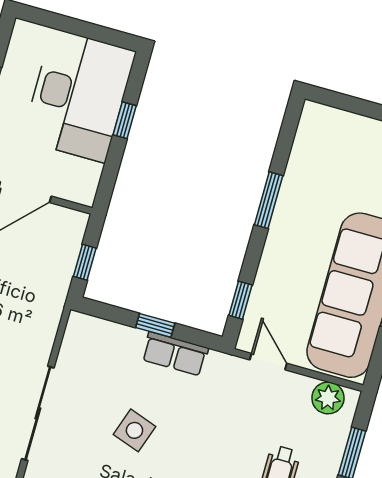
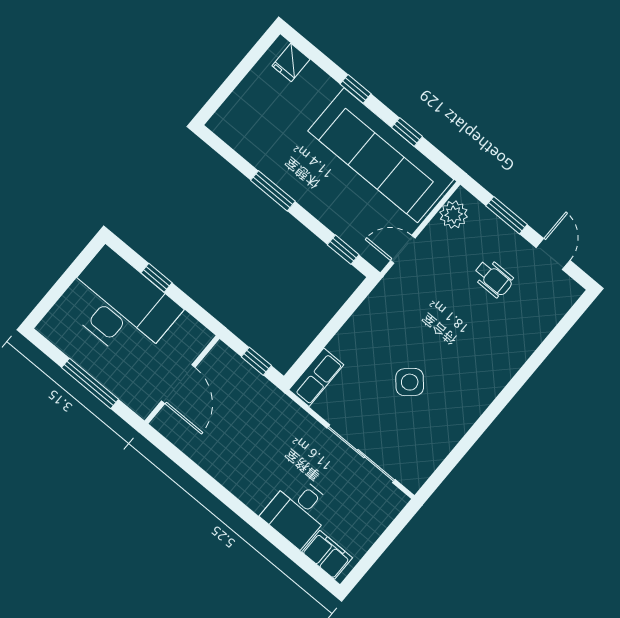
window: (155, 325) -> (333, 327), removed
row of seats: (175, 354) -> (316, 377), moved
side table: (134, 430) -> (410, 382), turned 30

